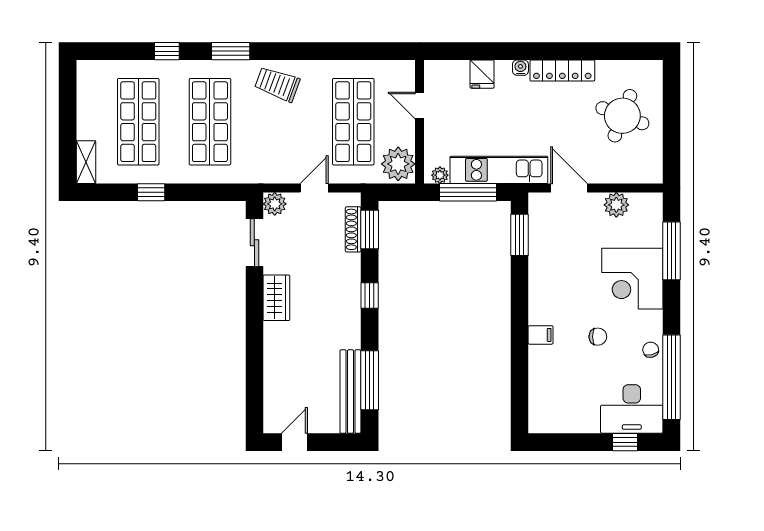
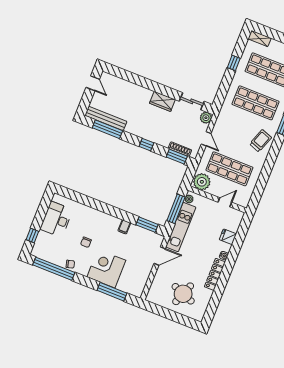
plant: (616, 205) -> (143, 275), removed
filing cabinet: (541, 335) -> (124, 227), moved
desk: (632, 409) -> (56, 219), moved

